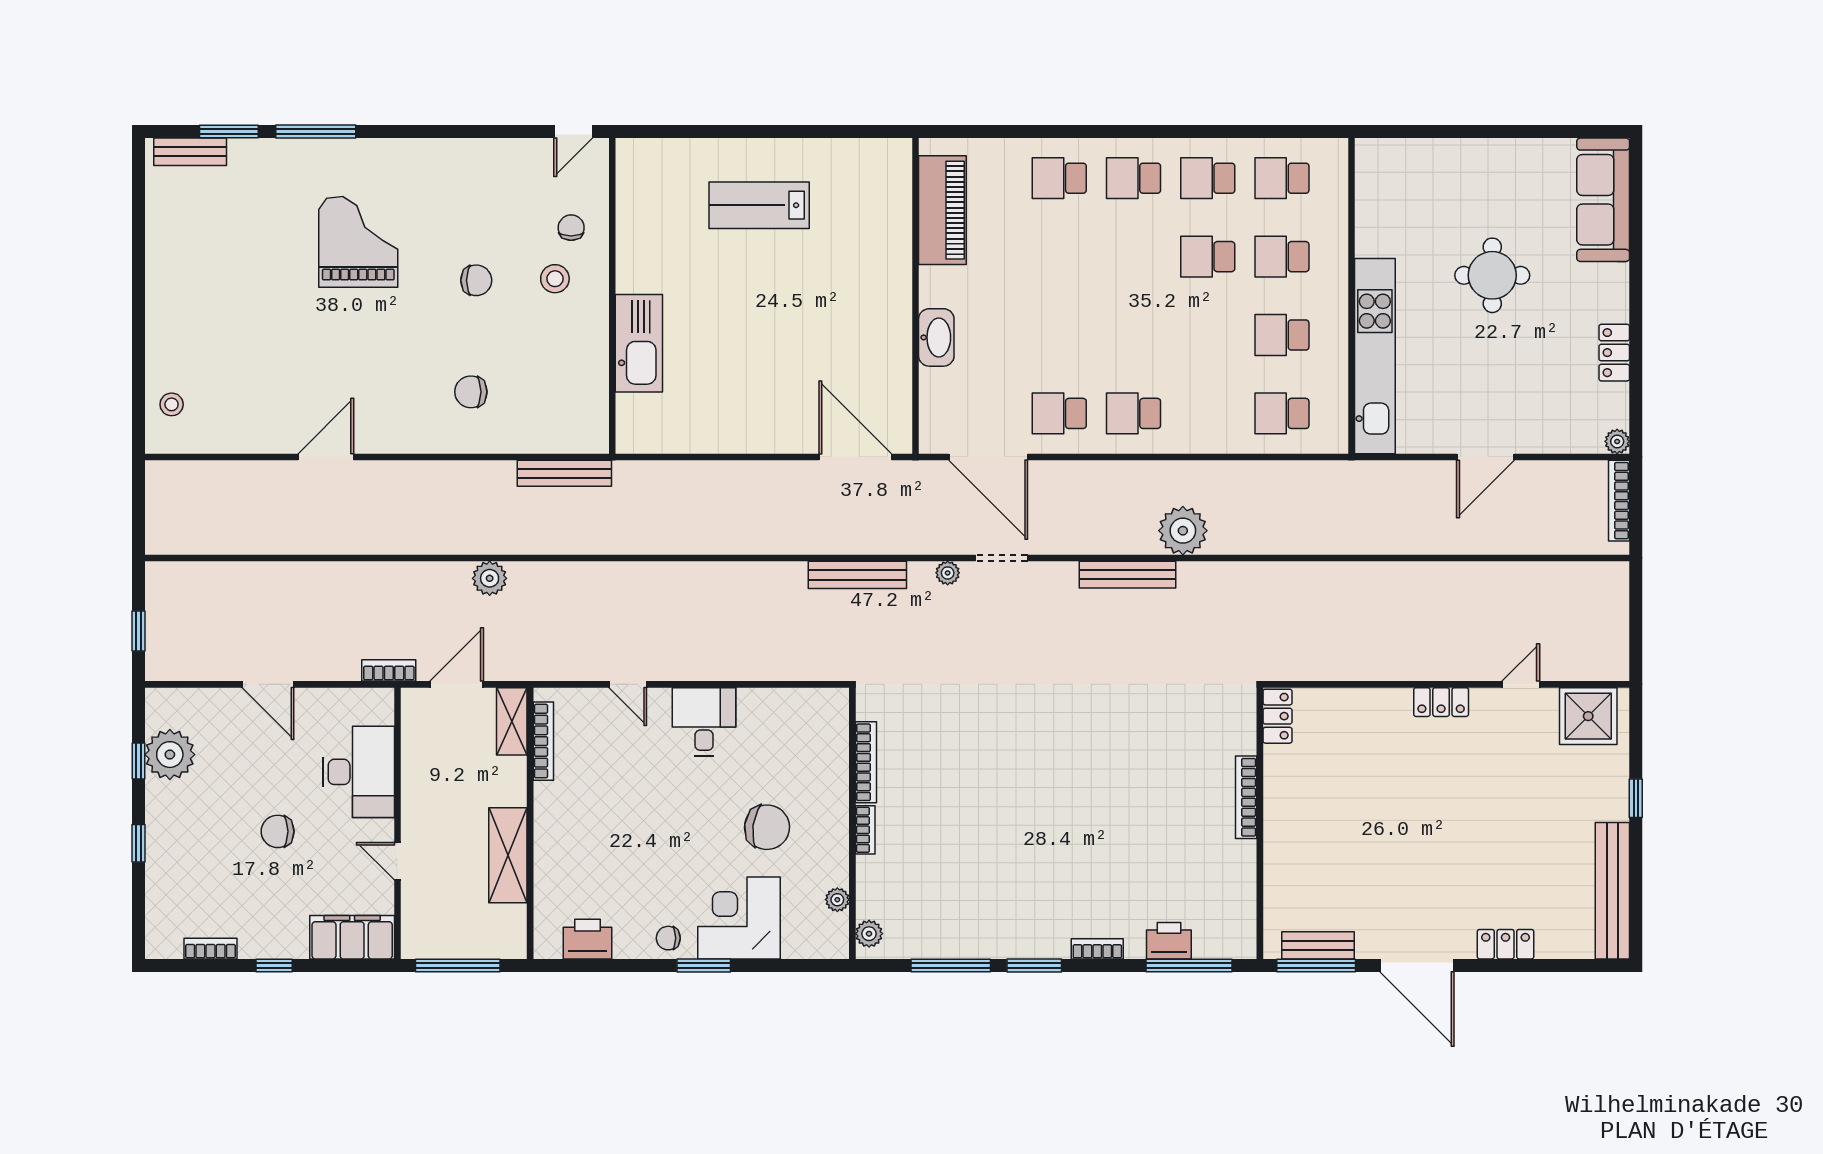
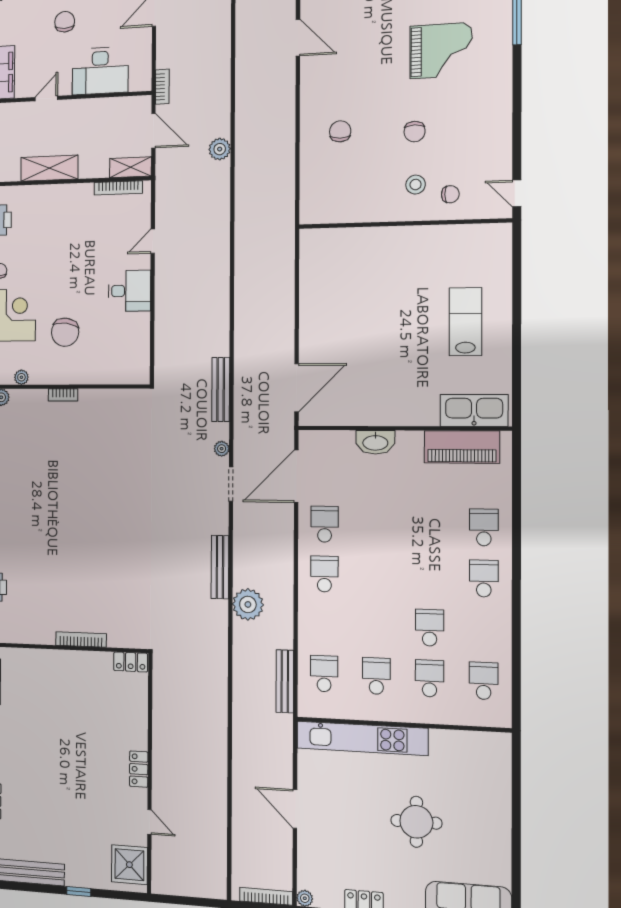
school desk: (1208, 178) -> (484, 630), removed
kitchen sink: (639, 343) -> (474, 410), moved, turned 180
bench: (564, 473) -> (285, 681), moved
bookcase: (866, 762) -> (104, 395), removed

